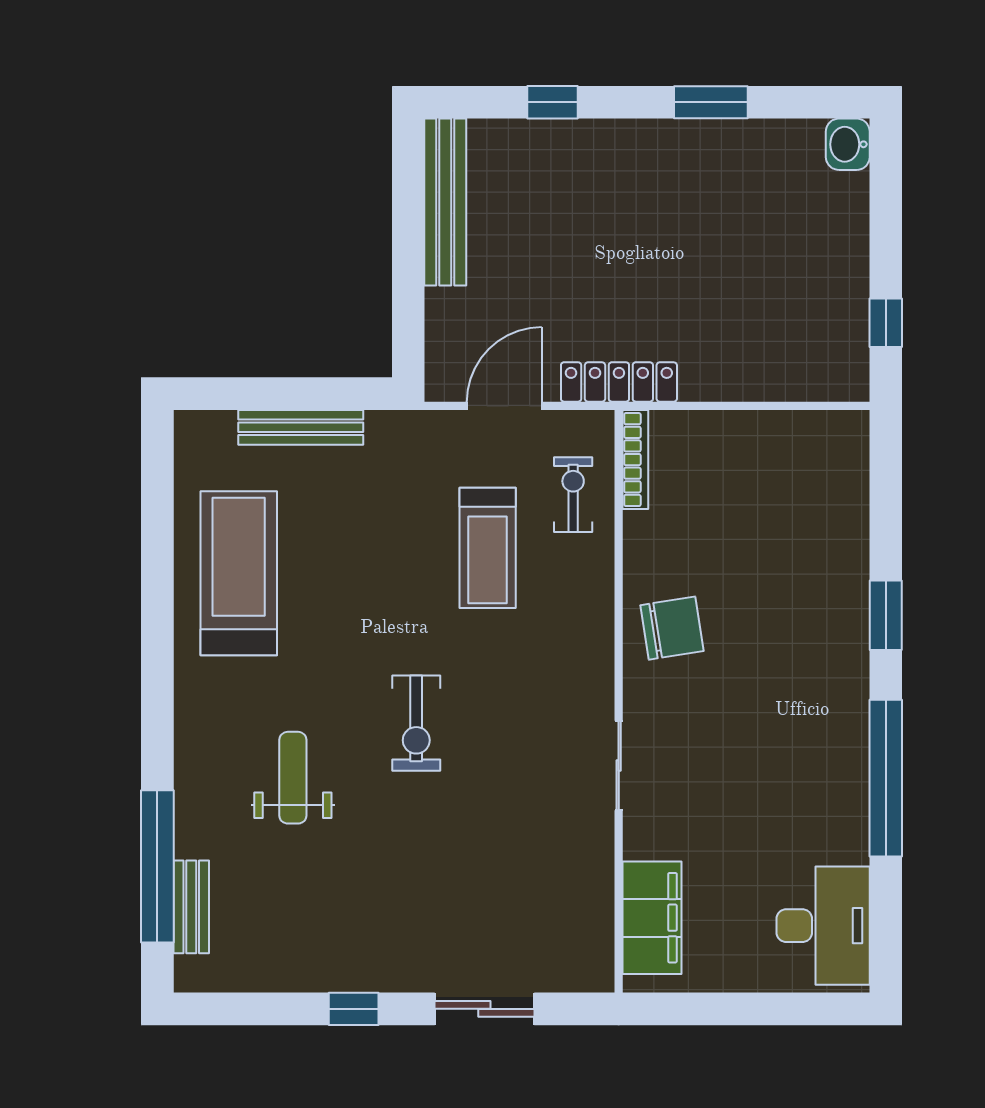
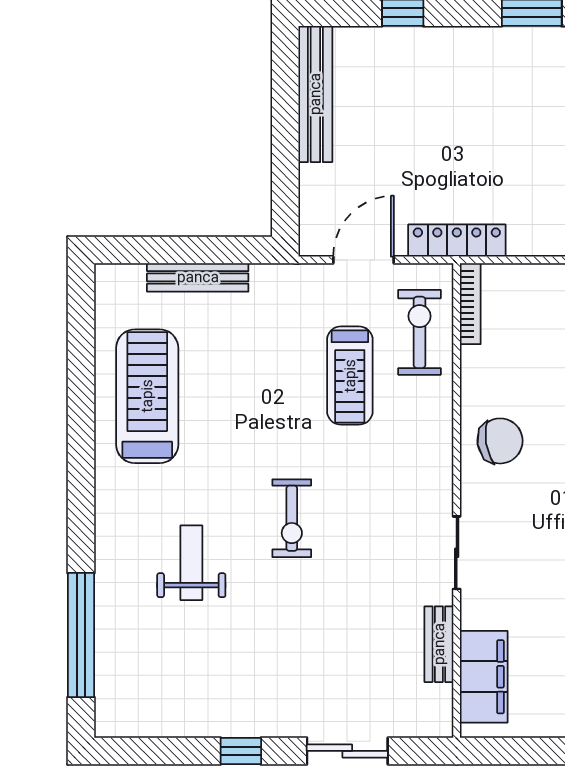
exercise bike: (573, 495) -> (420, 332), width x1.38, depth x1.39
bench: (191, 907) -> (439, 644), moved

